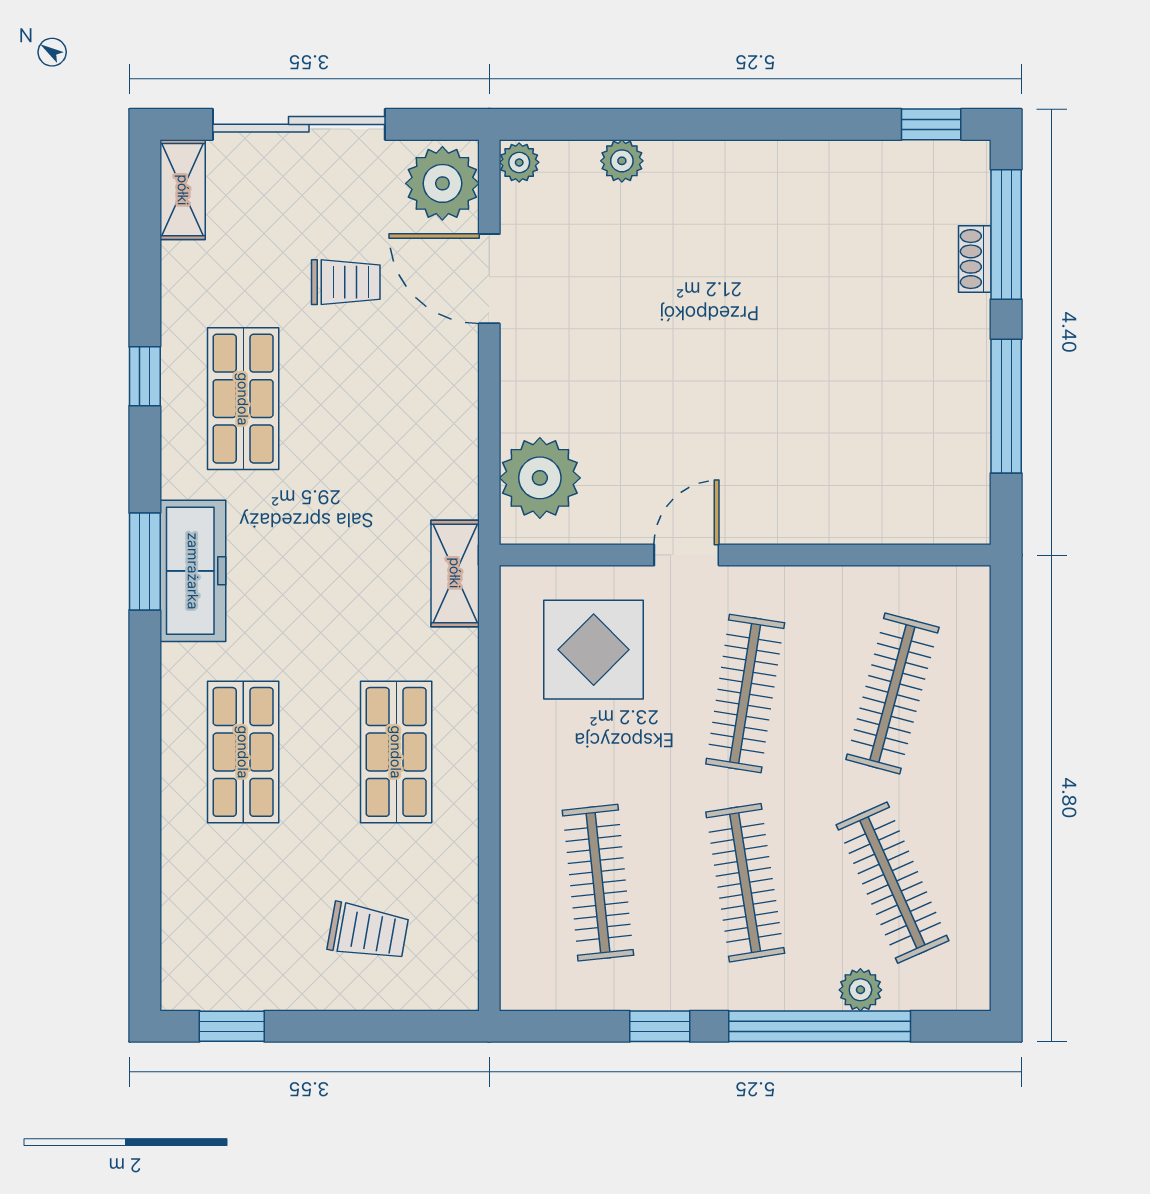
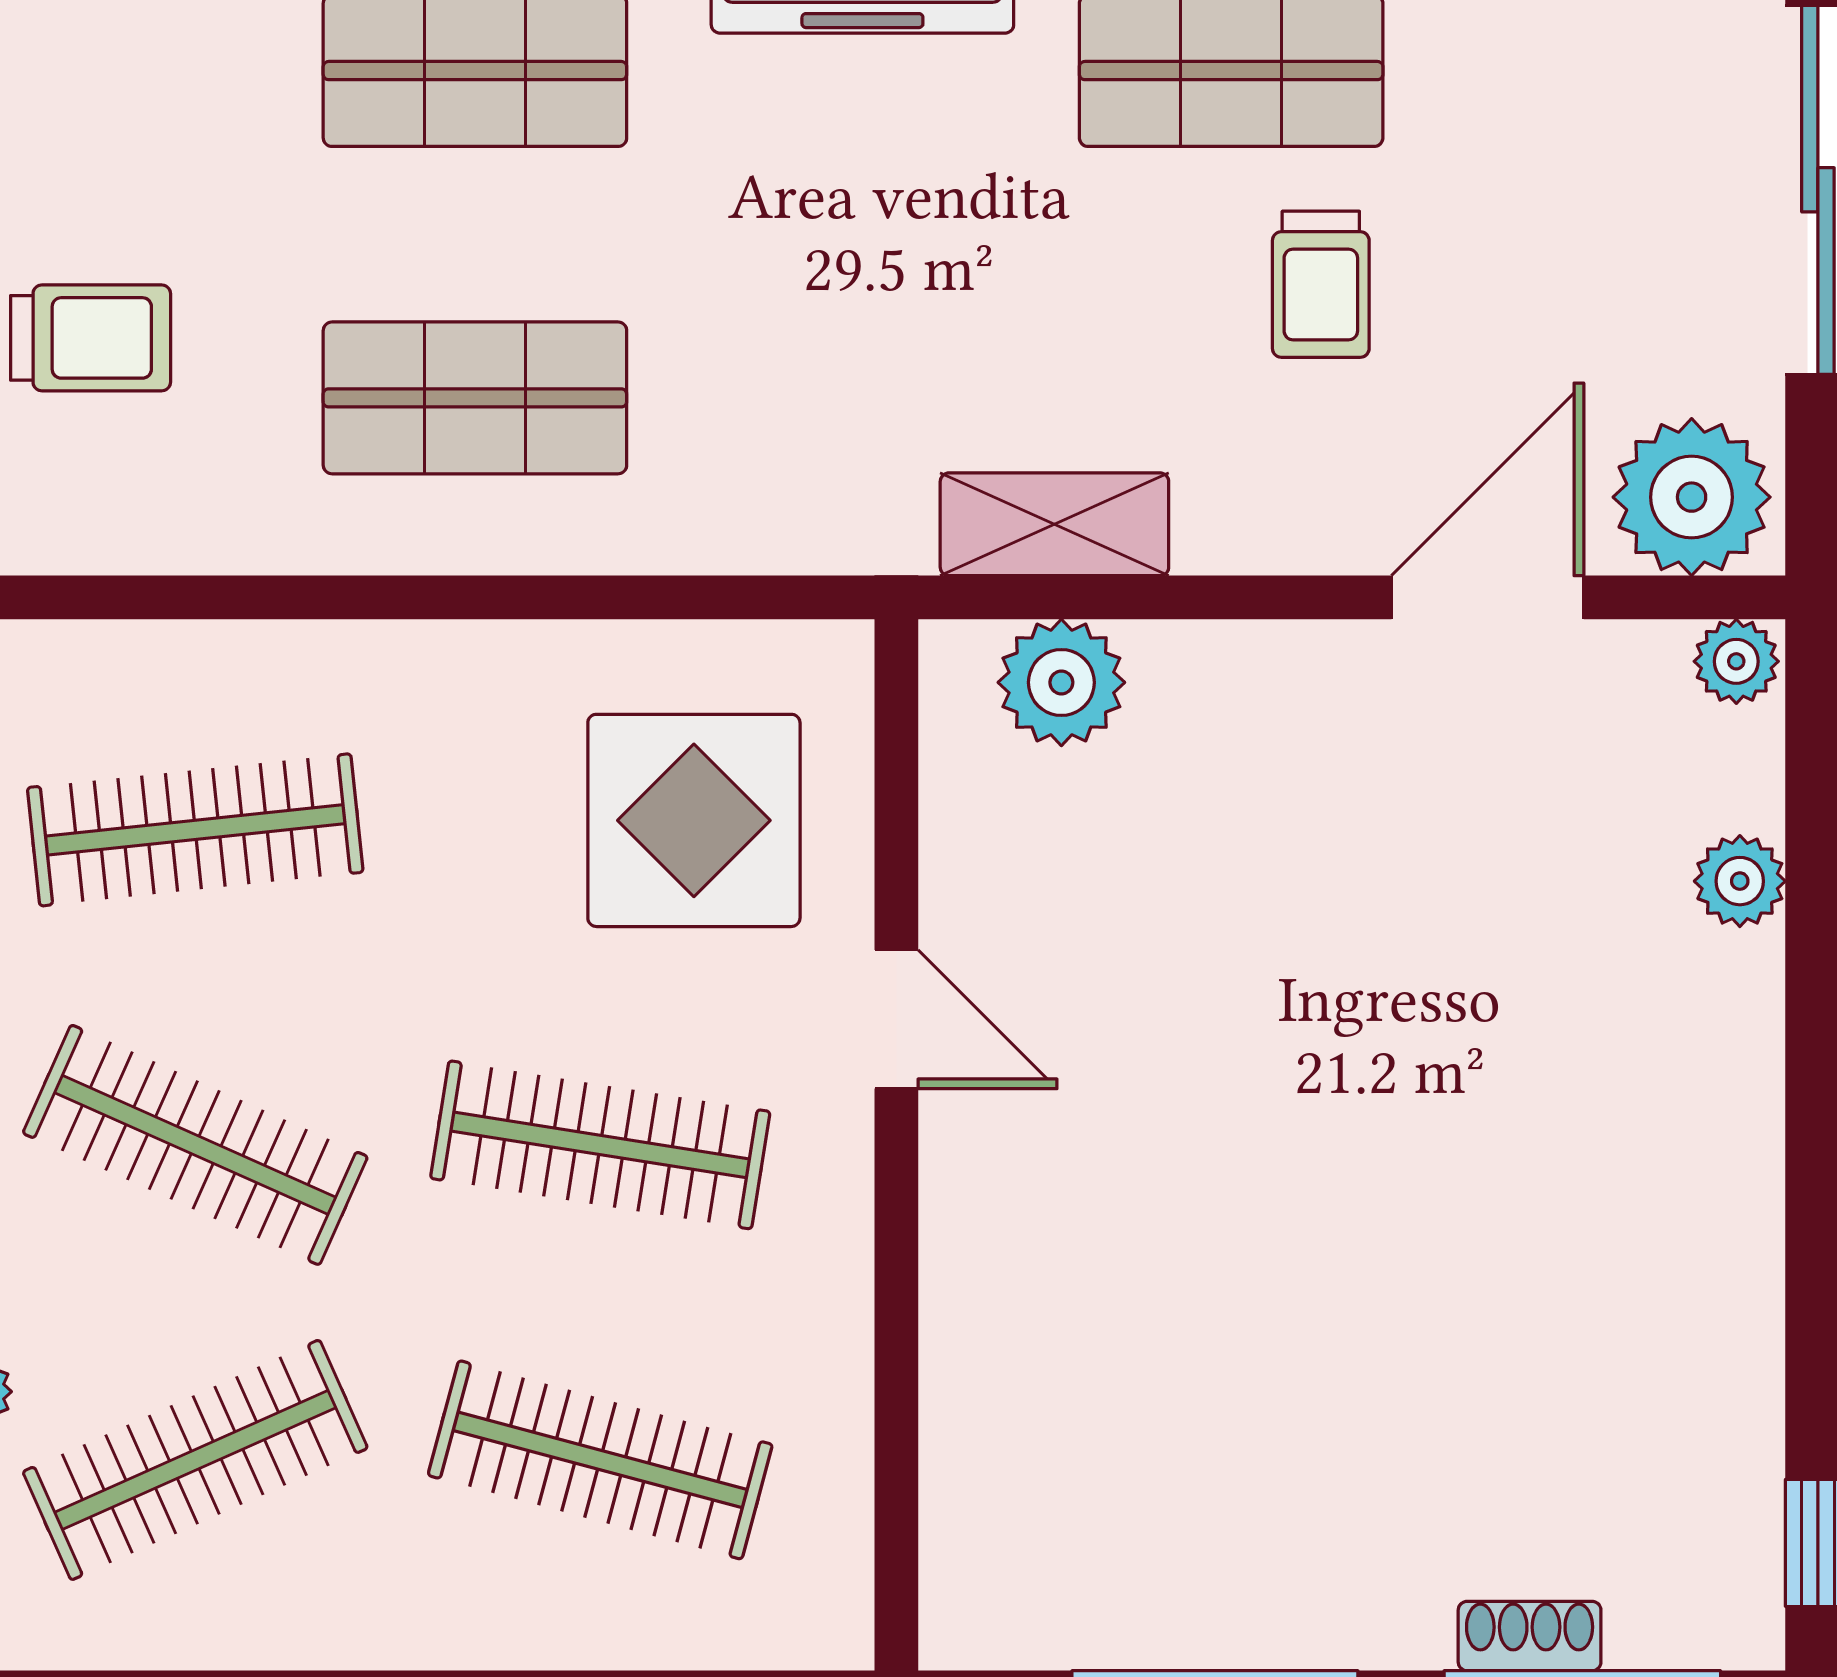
trolley: (346, 282) -> (1321, 284), moved
plant: (540, 478) -> (1061, 682), width x0.73, depth x0.73
shelving: (455, 573) -> (1054, 524), moved
clothes rail: (745, 883) -> (195, 1145), turned 33
trolley: (368, 932) -> (91, 338), turned -100

